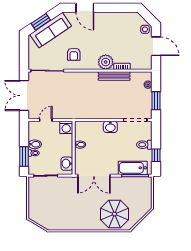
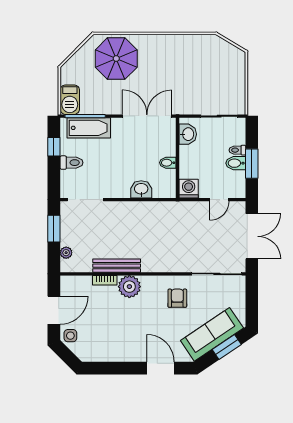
door: (156, 46) -> (54, 310), swing flipped
washbasin: (110, 127) -> (141, 189), moved
window: (24, 157) -> (252, 164), moved
barbecue: (145, 187) -> (70, 100), added

